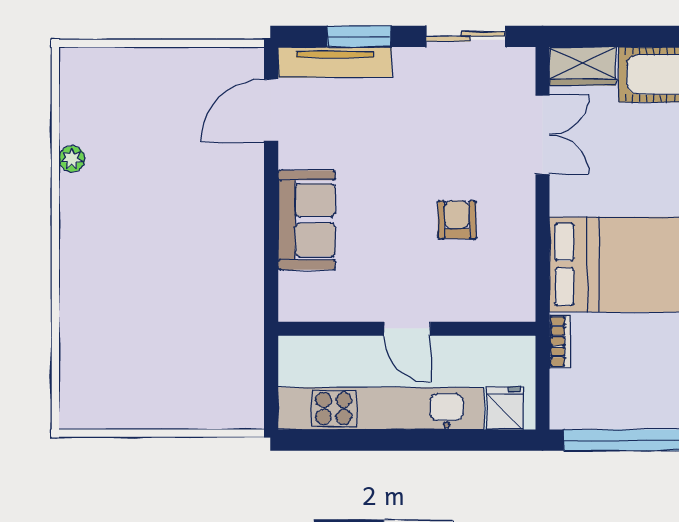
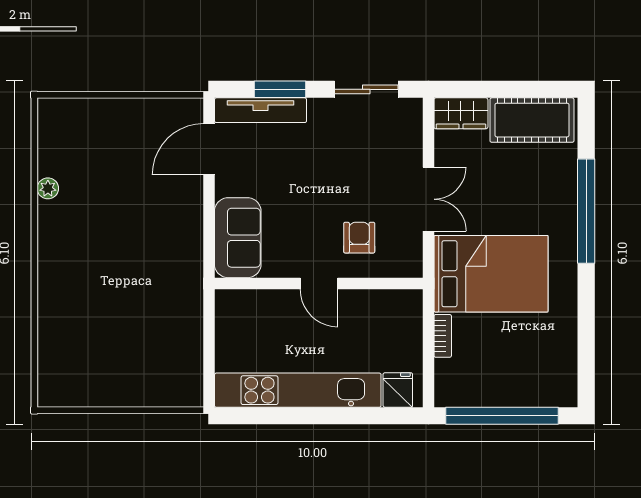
double door: (543, 135) -> (428, 199), moved
door: (407, 329) -> (319, 284), moved
wall: (407, 329) -> (319, 284), moved

